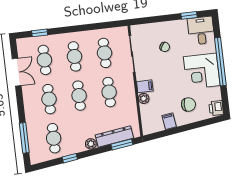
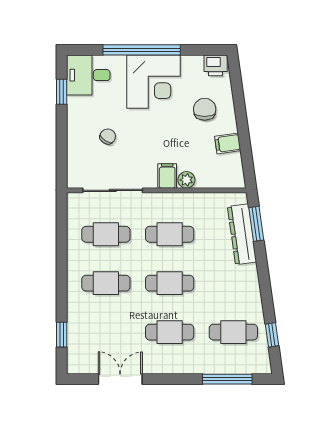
cafe table: (44, 60) -> (106, 332), removed
plant: (91, 144) -> (249, 273), removed
window: (70, 158) -> (272, 335), moved

